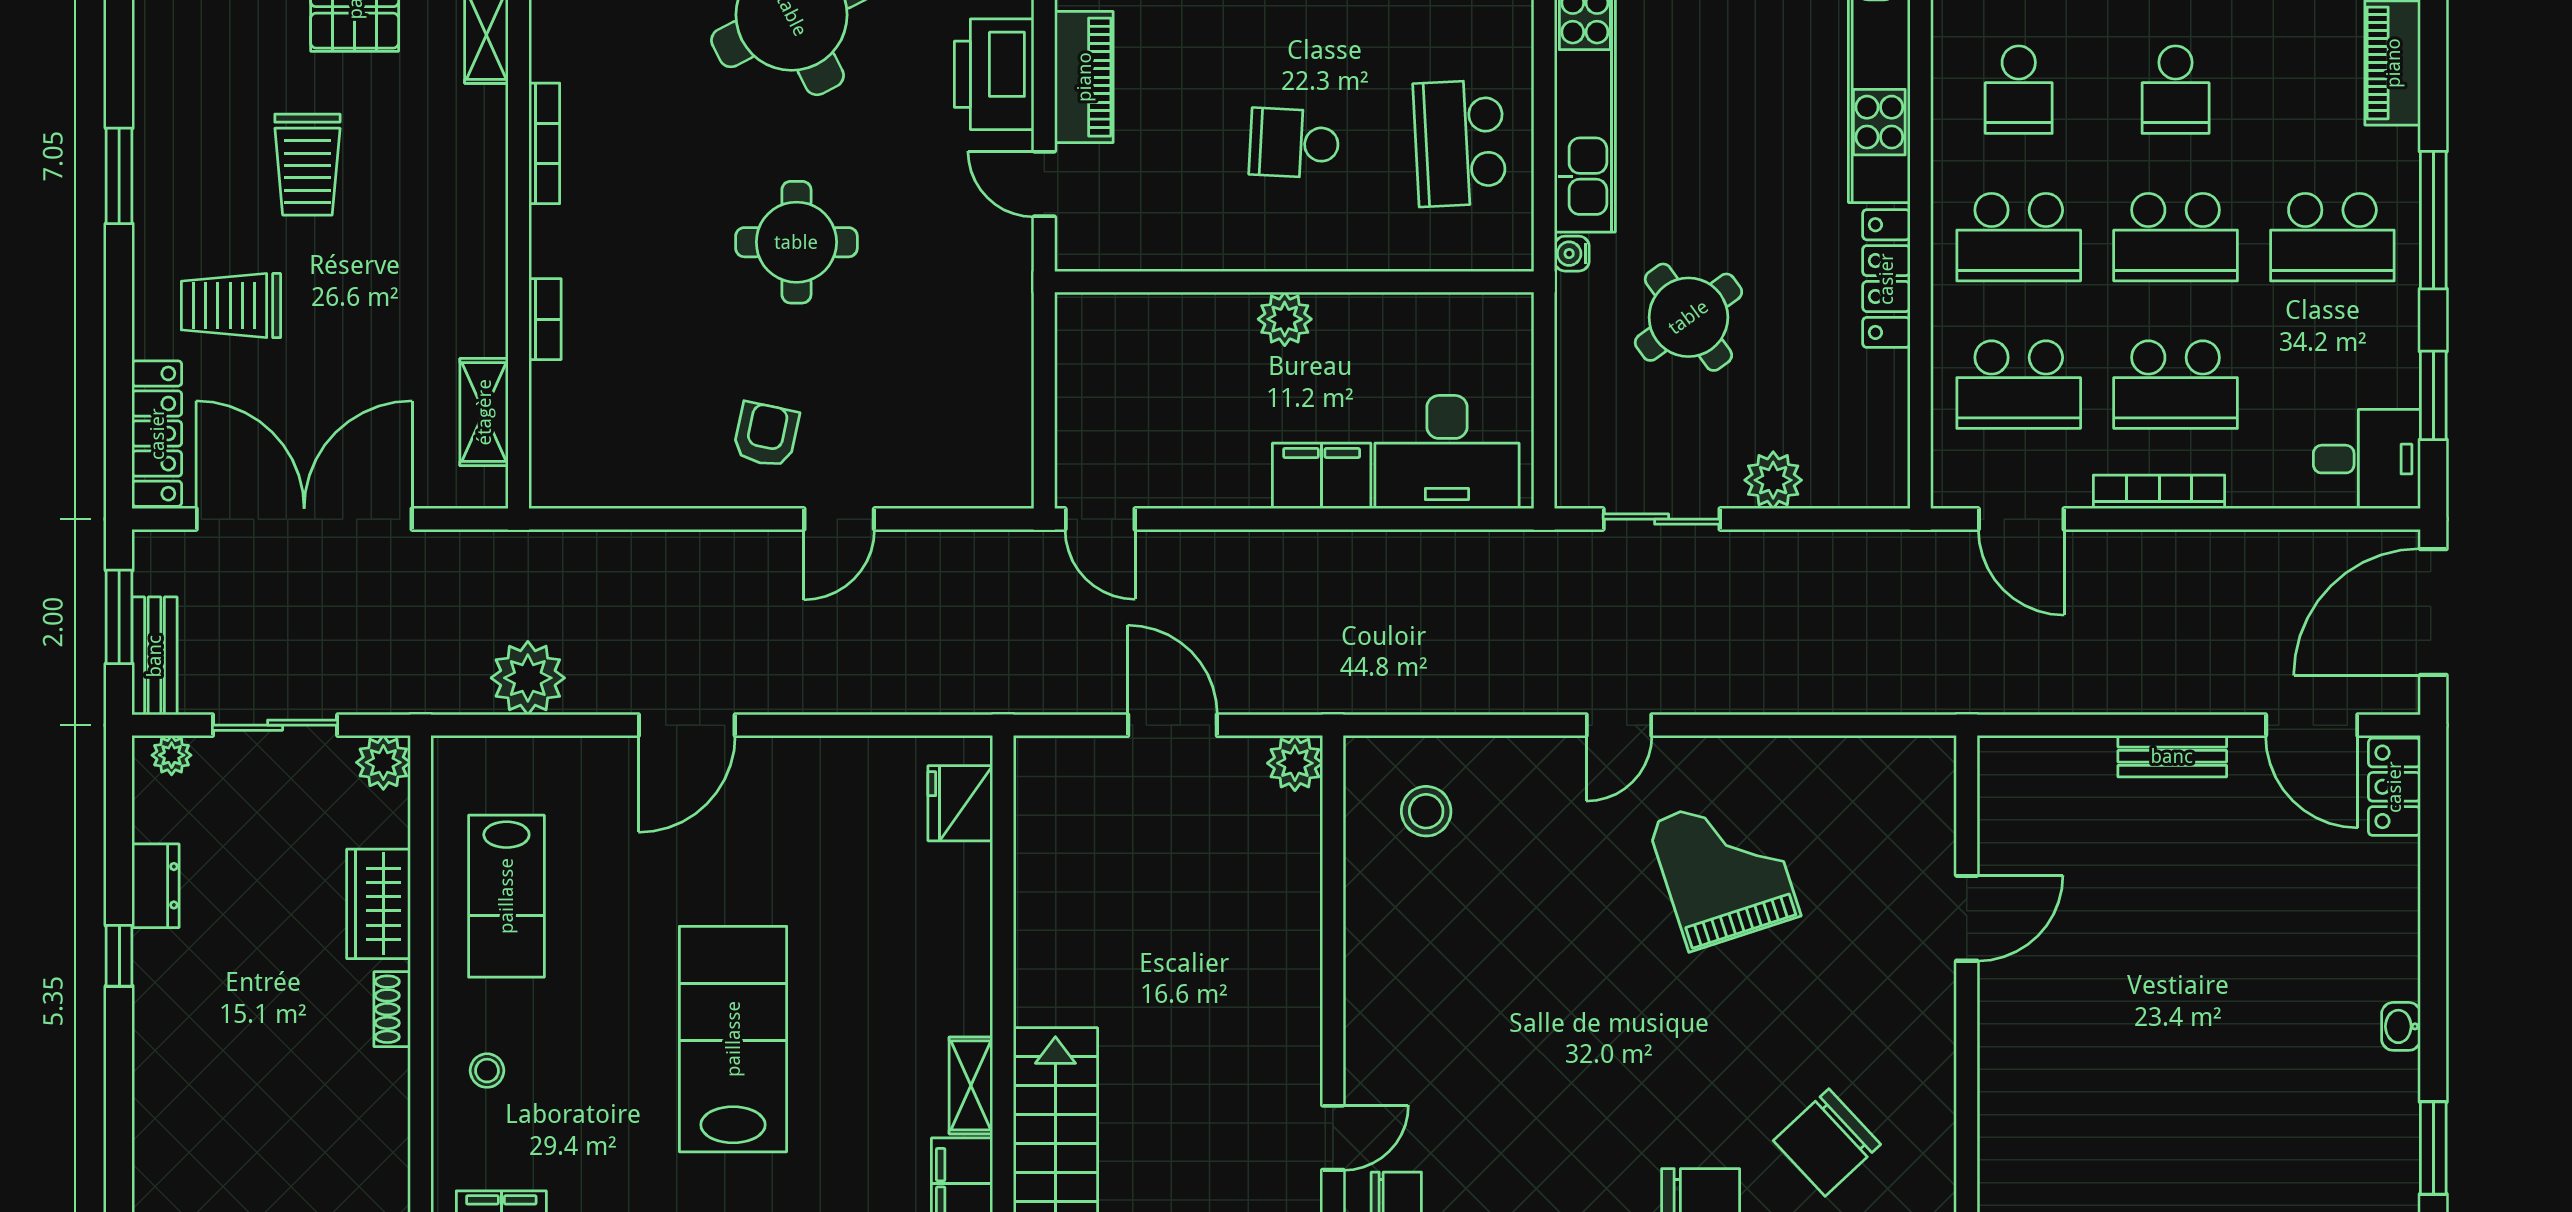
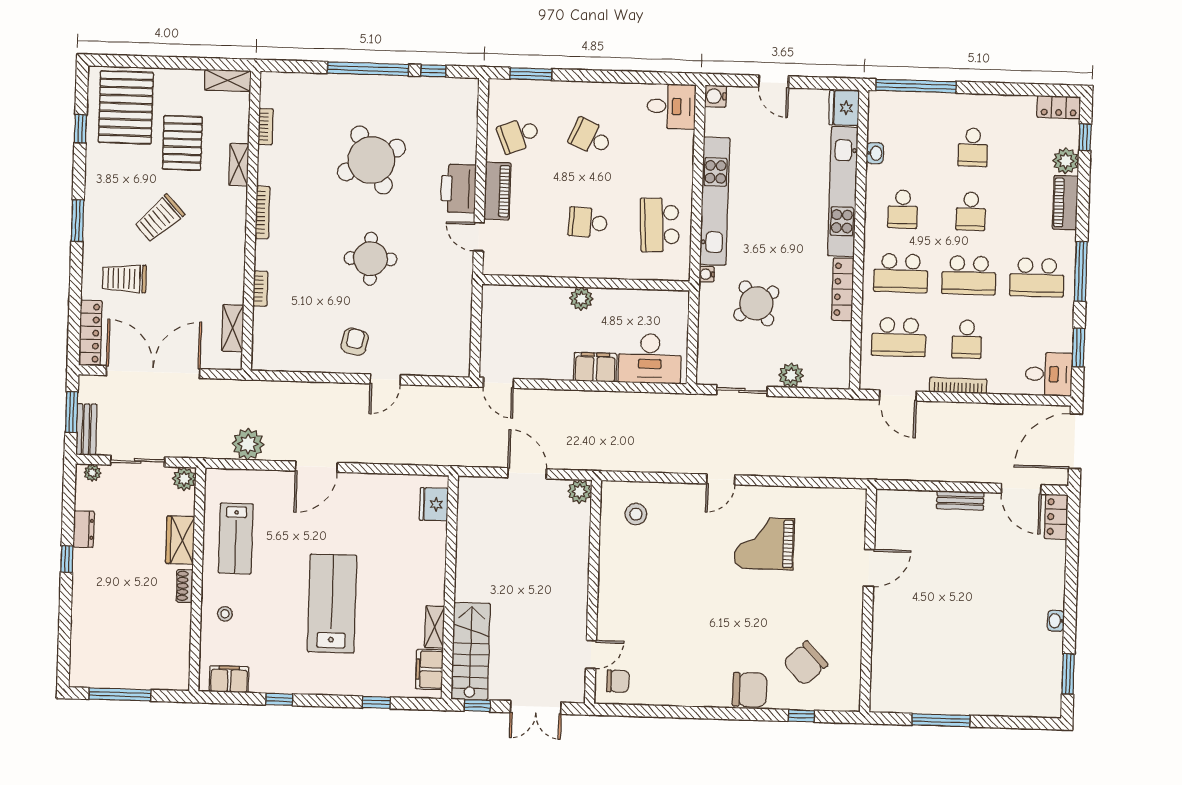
trolley: (307, 165) -> (159, 218), turned 47
school desk: (2176, 385) -> (967, 339), width x0.54
grand piano: (1724, 869) -> (764, 543), turned -72

